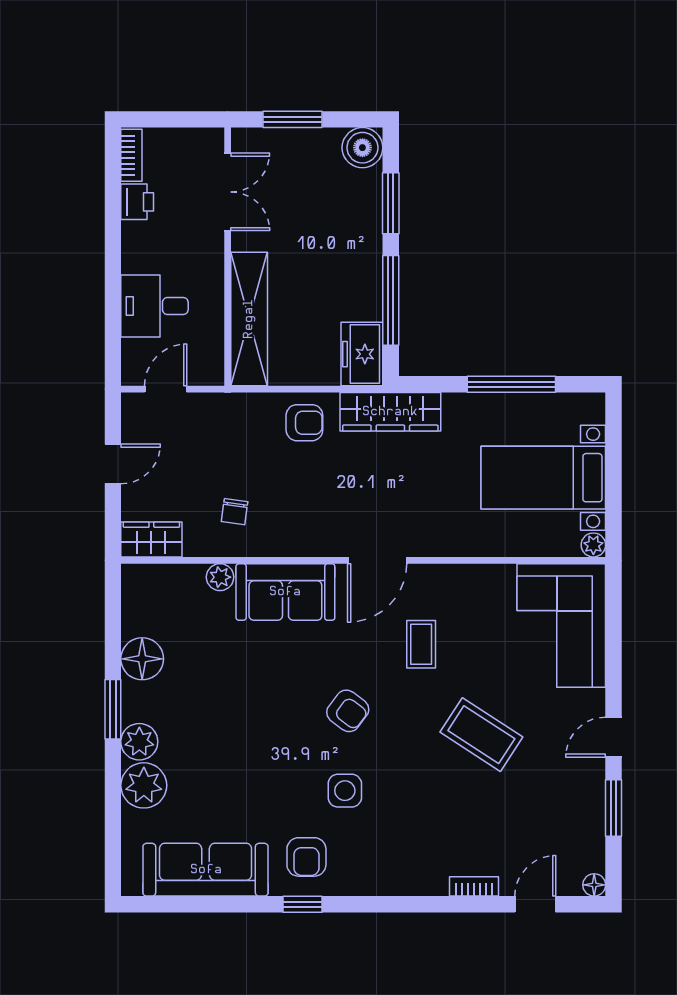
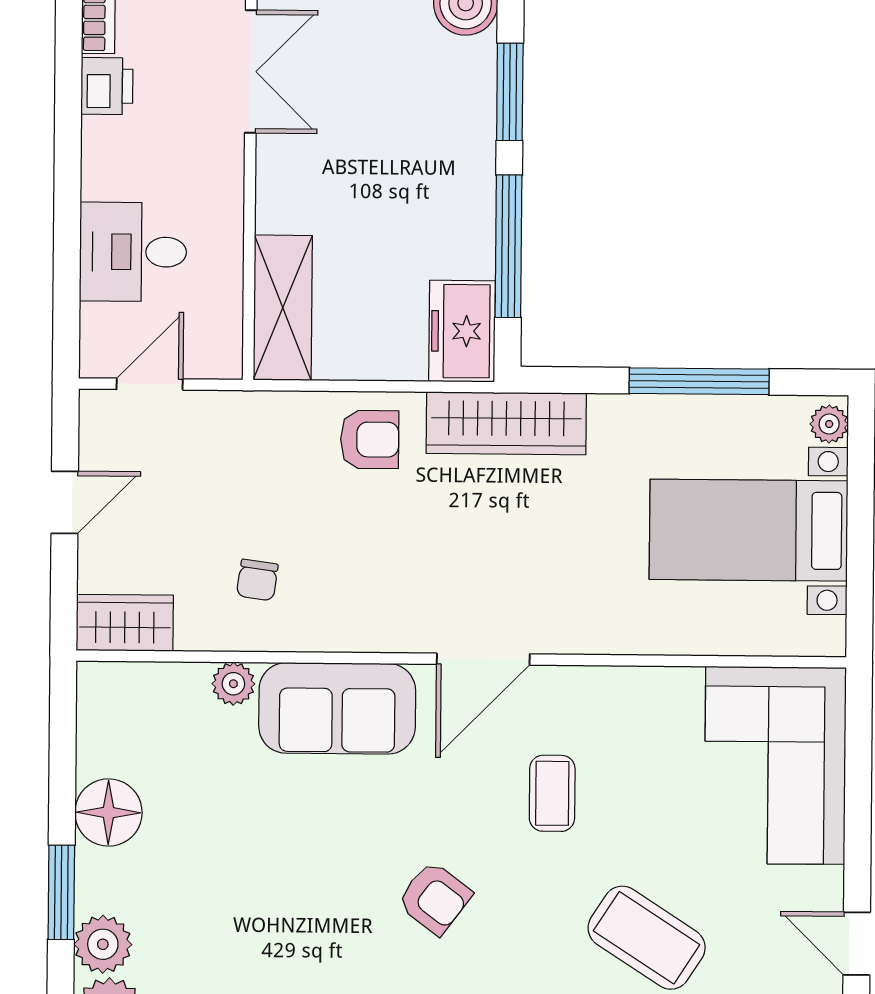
shelving: (249, 319) -> (283, 308), width x0.68
plant: (593, 545) -> (829, 424), moved
door: (614, 737) -> (857, 944), hinge flipped

